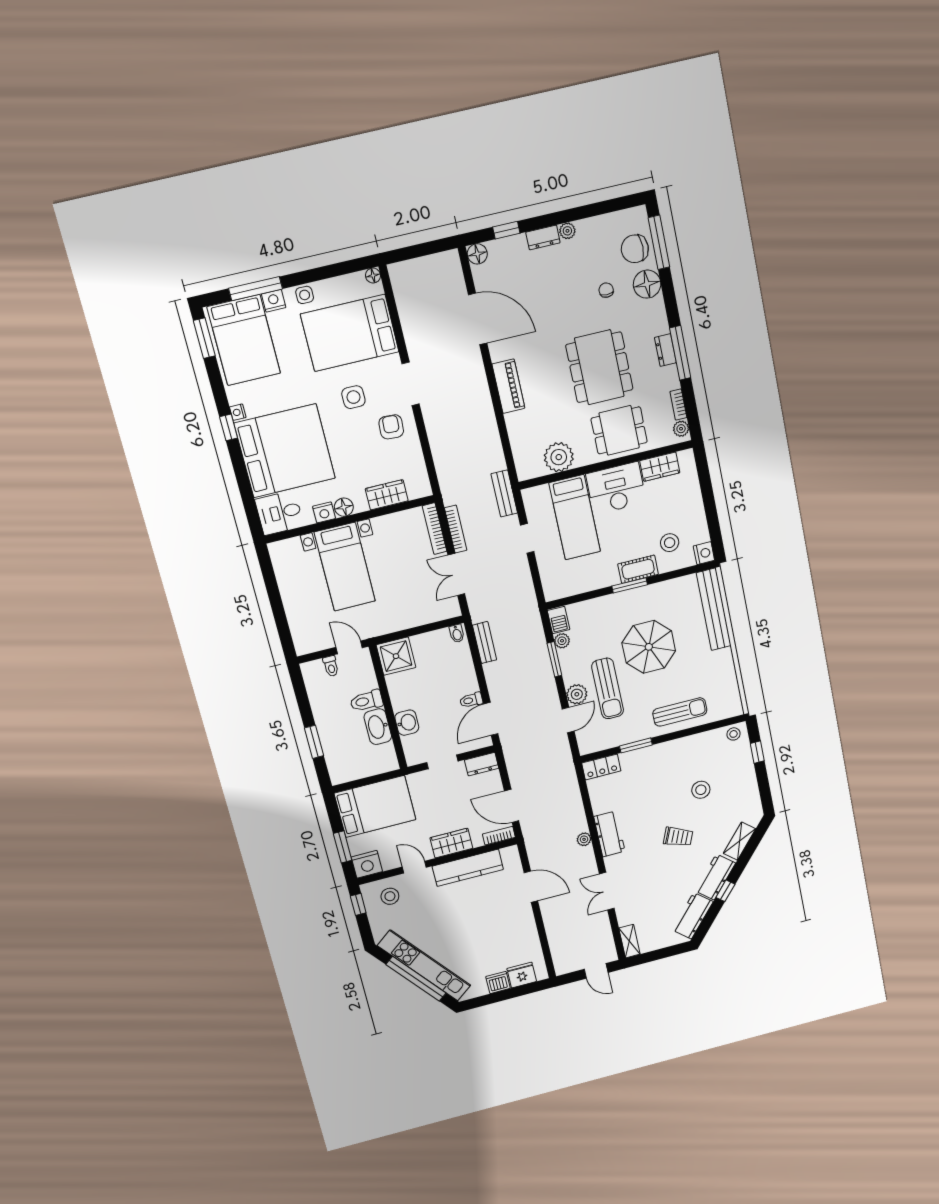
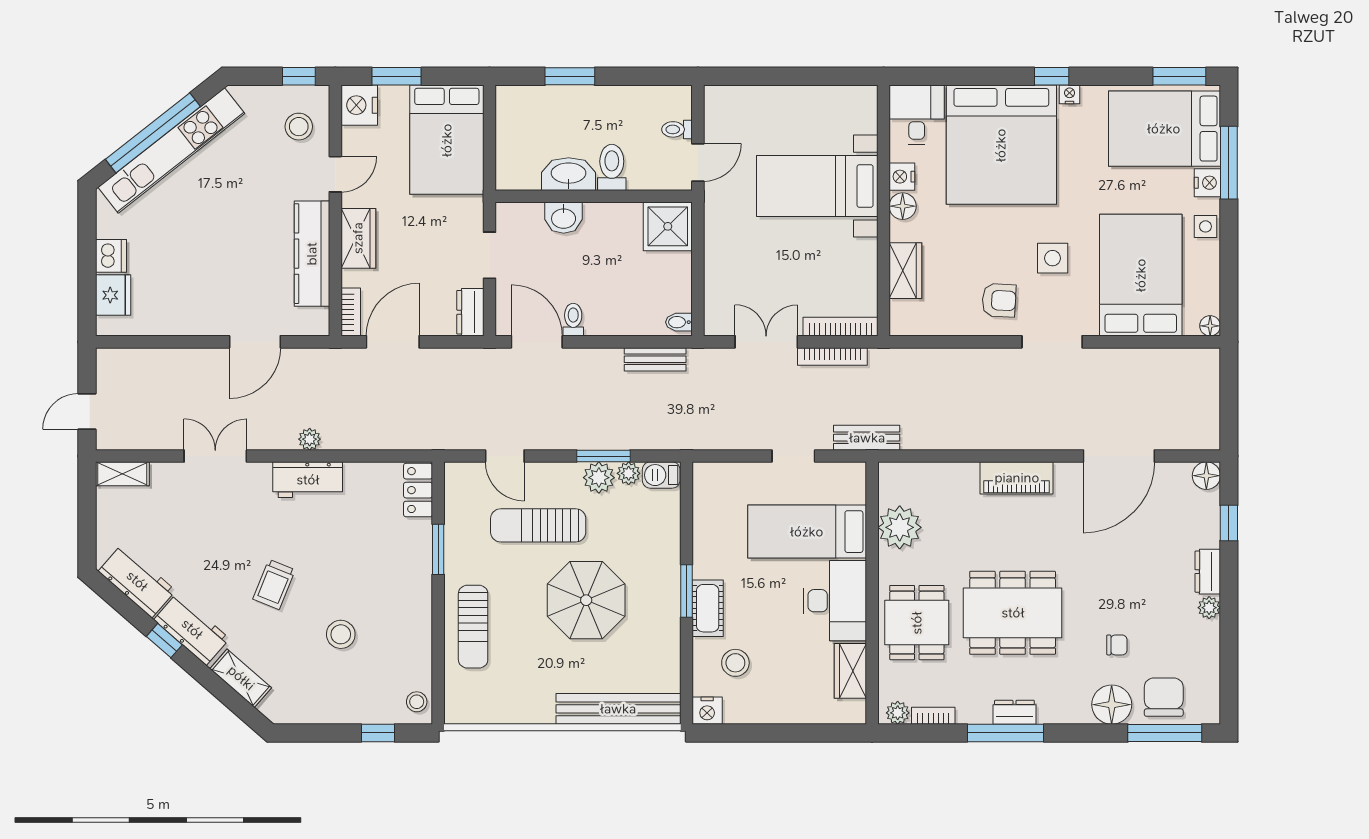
plant: (577, 694) -> (599, 478), moved

